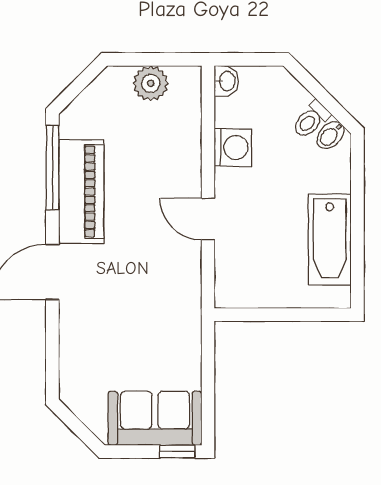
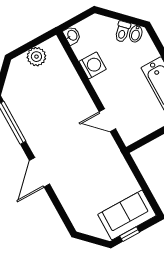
piano: (81, 192) -> (32, 126), removed
door: (208, 219) -> (107, 120), moved
window: (177, 452) -> (130, 234), moved

